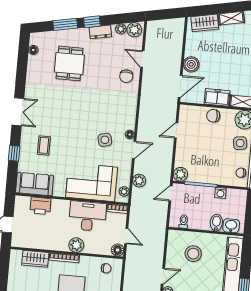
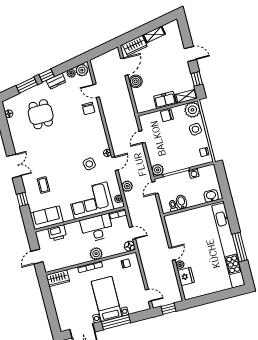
door: (180, 86) -> (124, 67), moved
bidet: (216, 223) -> (181, 202), moved
stool: (193, 254) -> (189, 228), removed
wardrobe: (35, 259) -> (58, 278), moved

